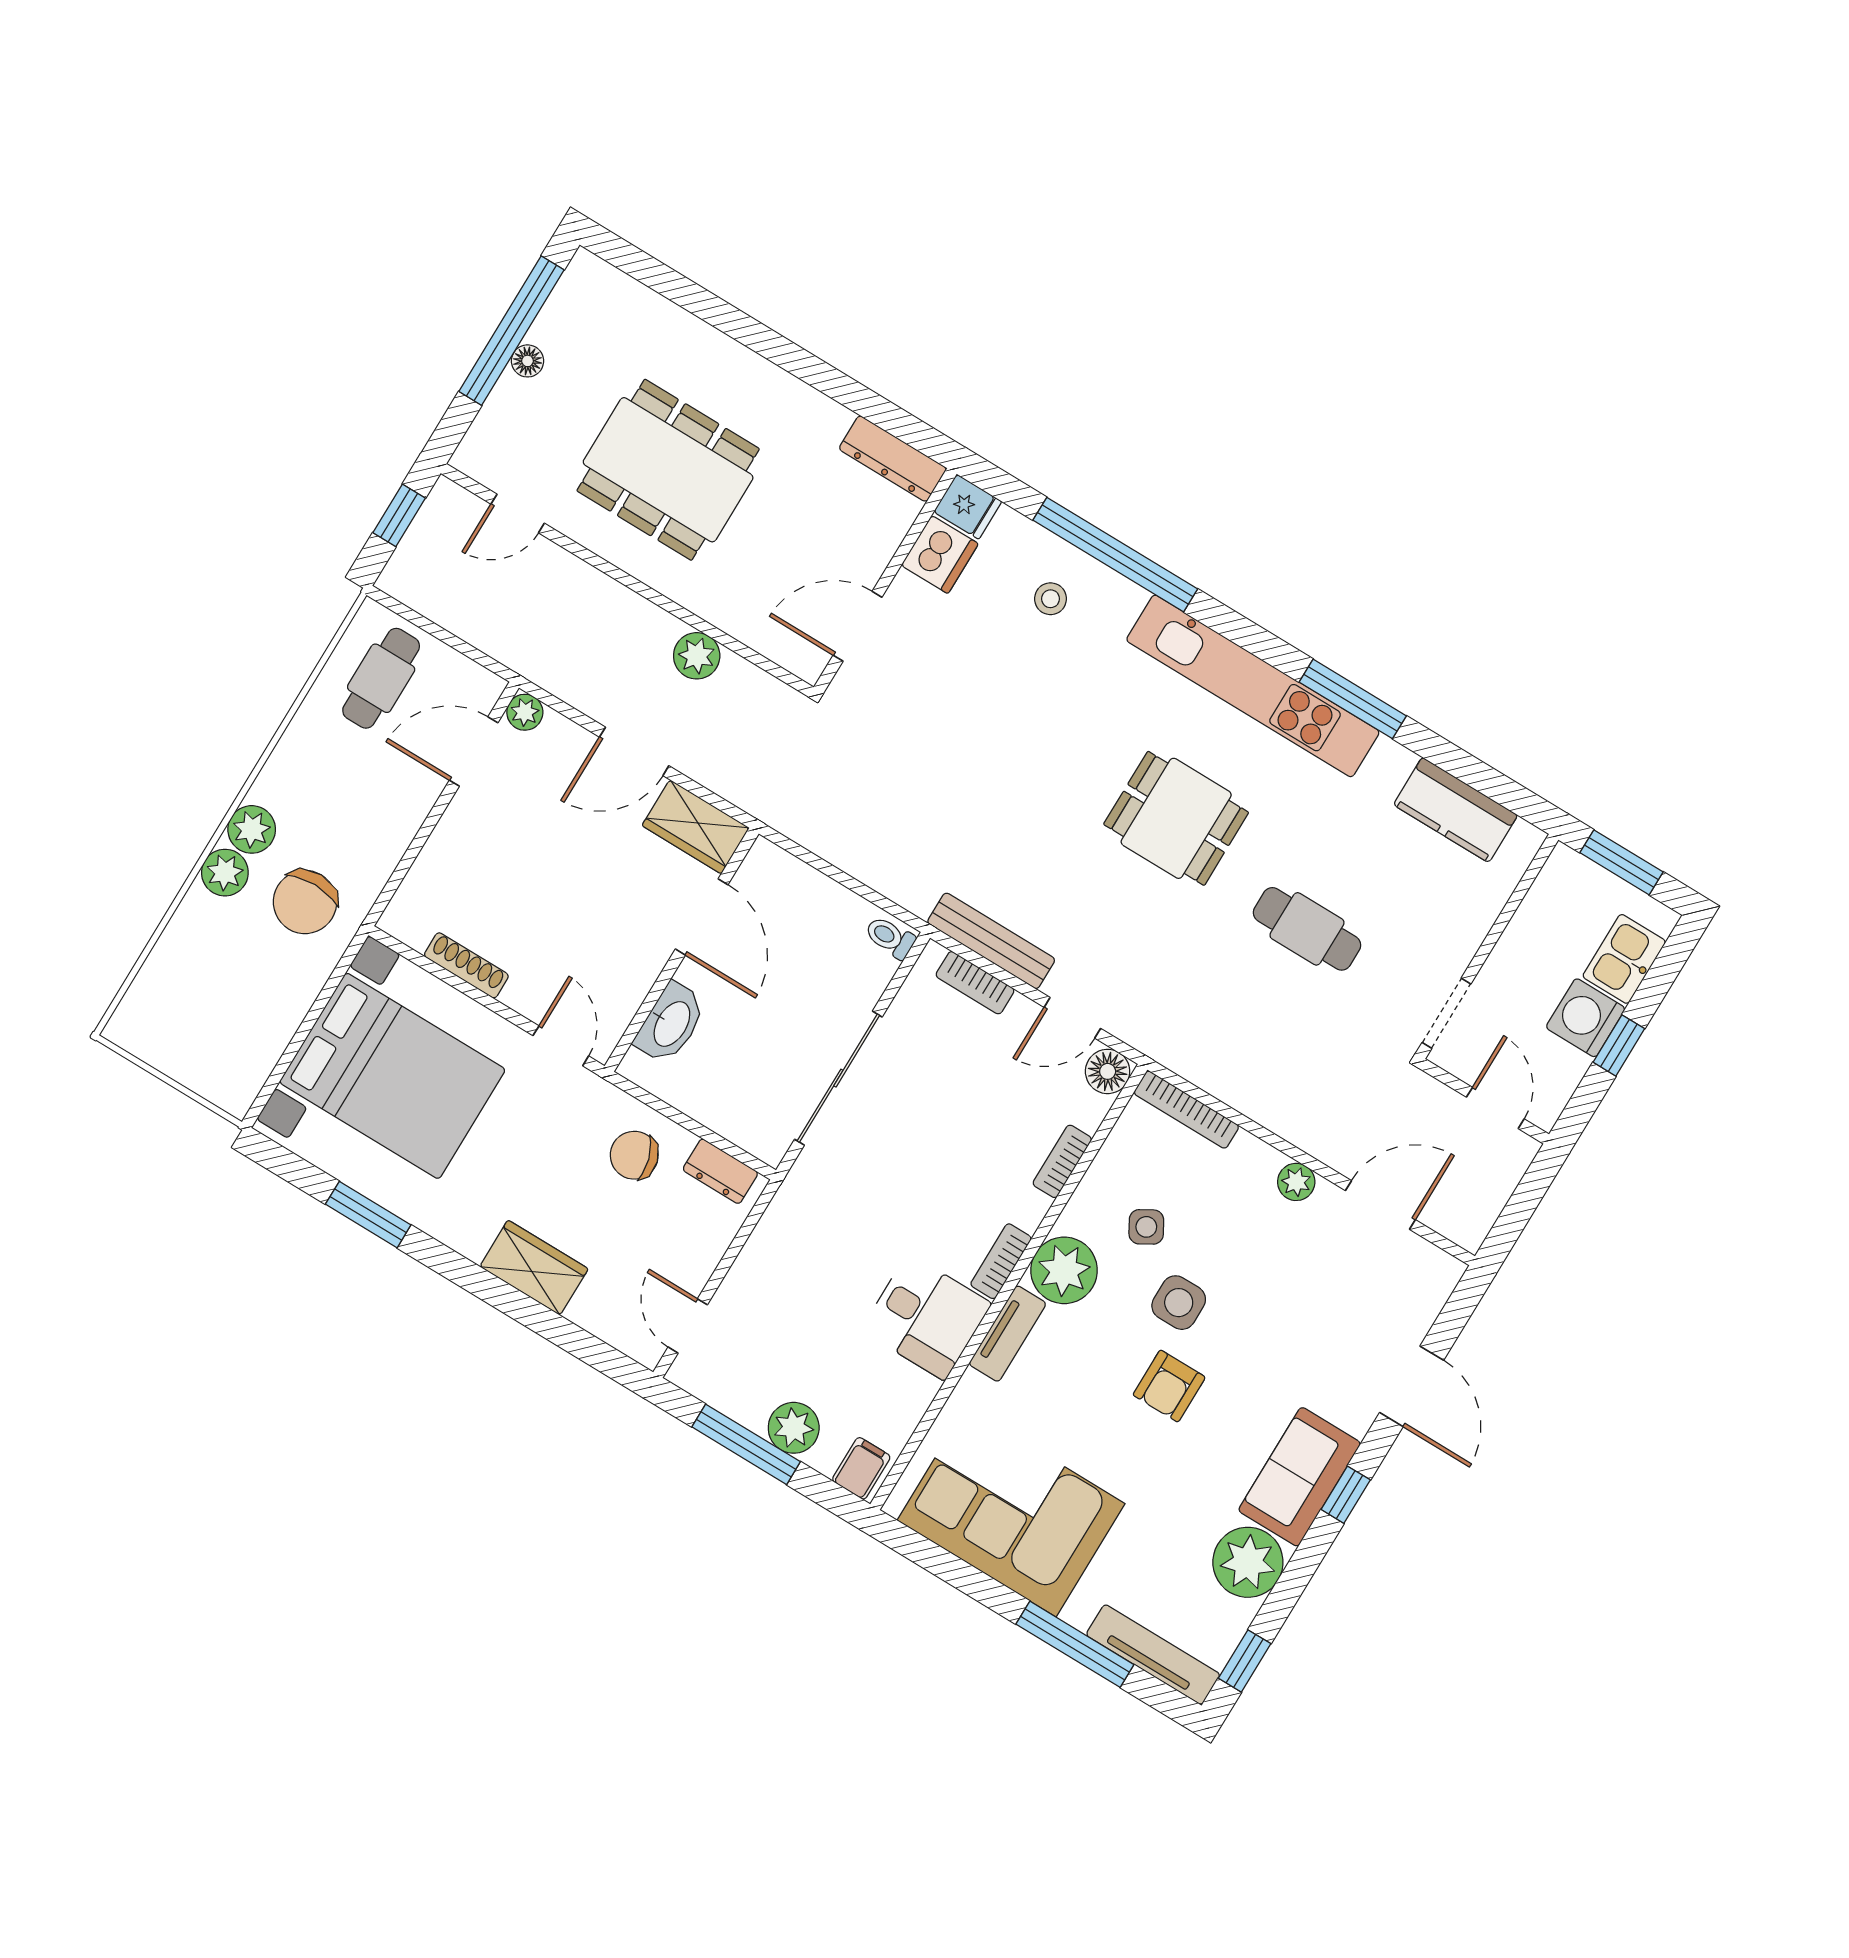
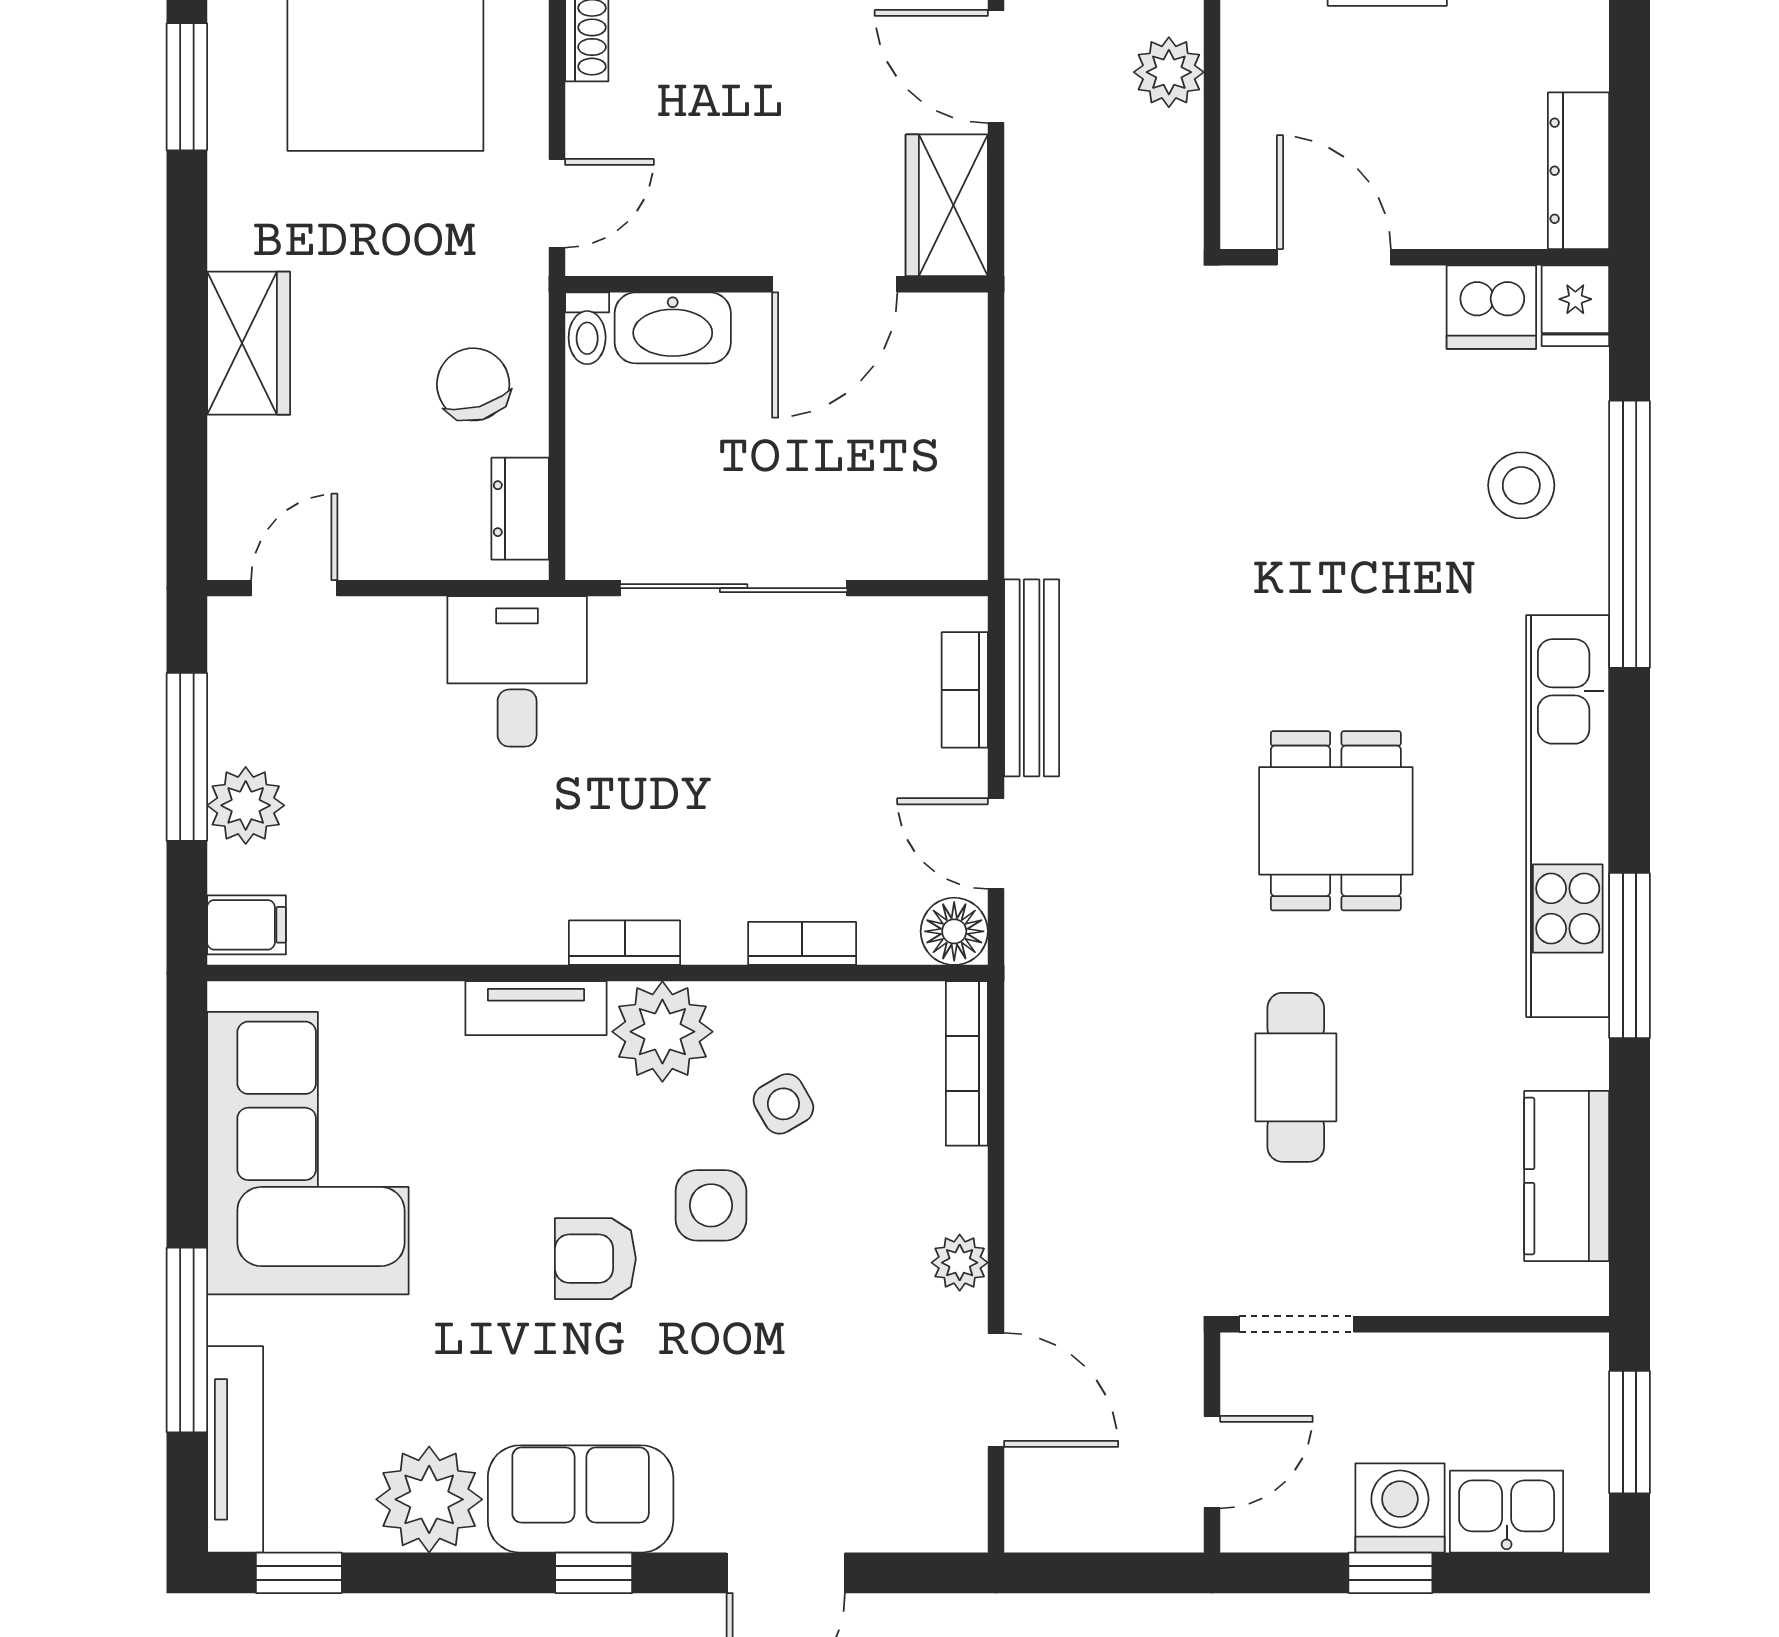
stool: (1051, 599) -> (1521, 485), width x1.37, depth x1.37
toilet: (890, 937) -> (587, 328), moved, turned 180
desk: (926, 1317) -> (517, 671), moved, turned 180

